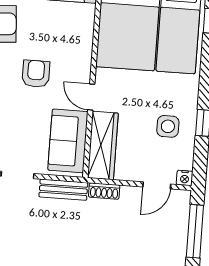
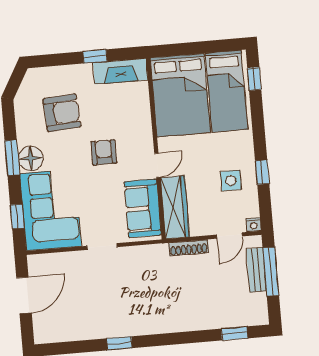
door: (91, 97) -> (157, 165), swing flipped
bench: (63, 190) -> (256, 270), moved, turned 90
shoe rack: (104, 191) -> (189, 248), width x1.43

